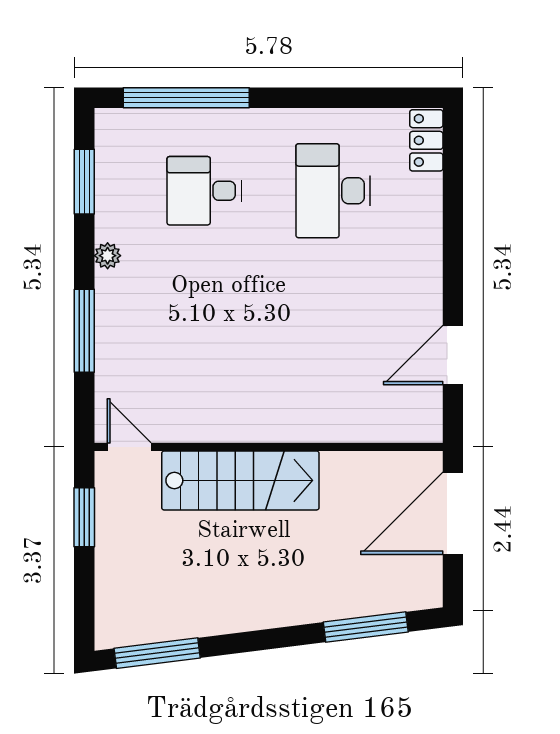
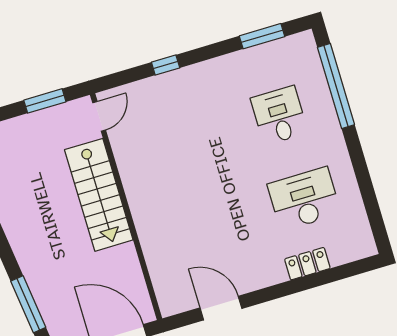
locker: (426, 140) -> (307, 264), moved
plant: (108, 256) -> (219, 66), removed
window: (84, 331) -> (166, 65), width x0.46

